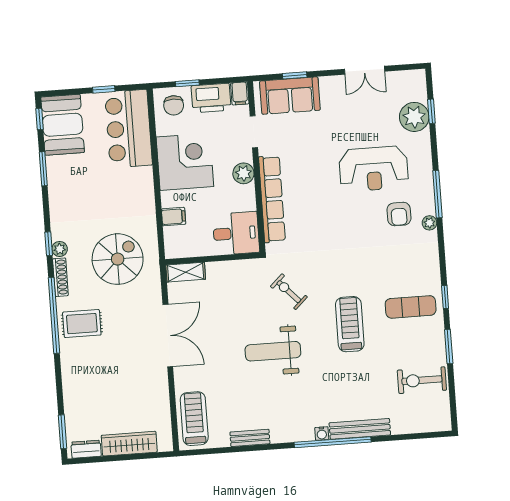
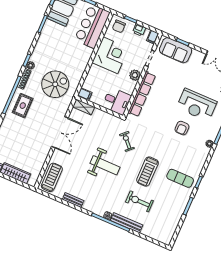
printer: (211, 98) -> (139, 30), width x0.53, depth x0.68
armchair: (399, 214) -> (182, 128), moved
filing cabinet: (174, 217) -> (85, 94), moved
rug: (82, 324) -> (23, 106), turned 90
treadmill: (350, 324) -> (147, 171), turned 180
weight bench: (273, 351) -> (105, 165), turned 180
exercise bike: (422, 380) -> (139, 201), moved

